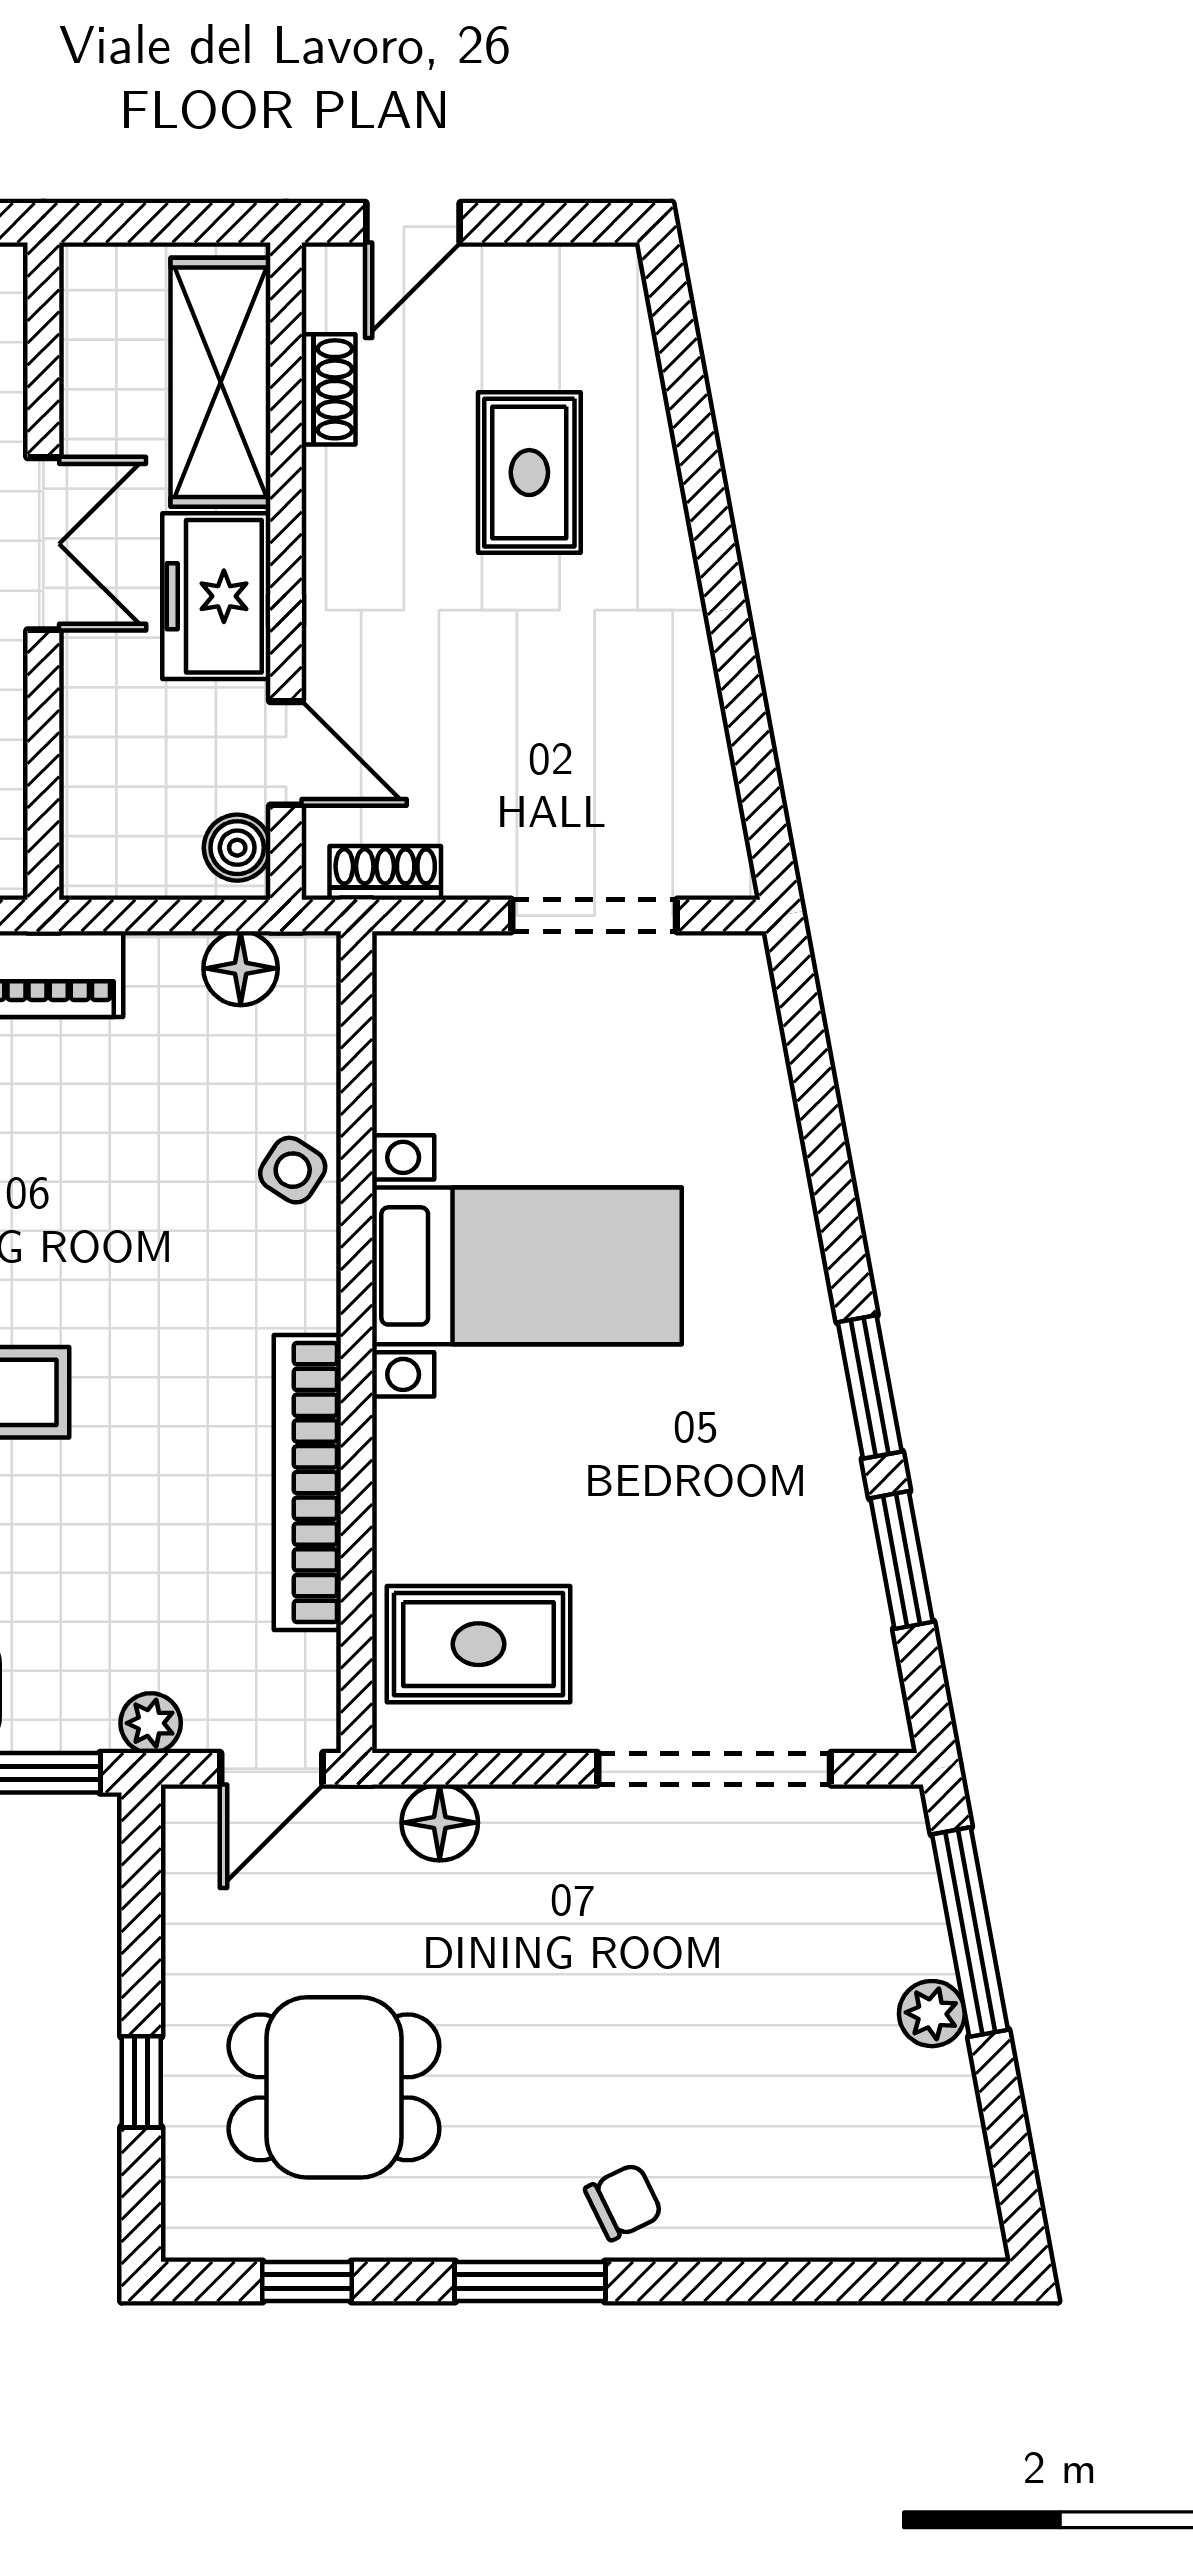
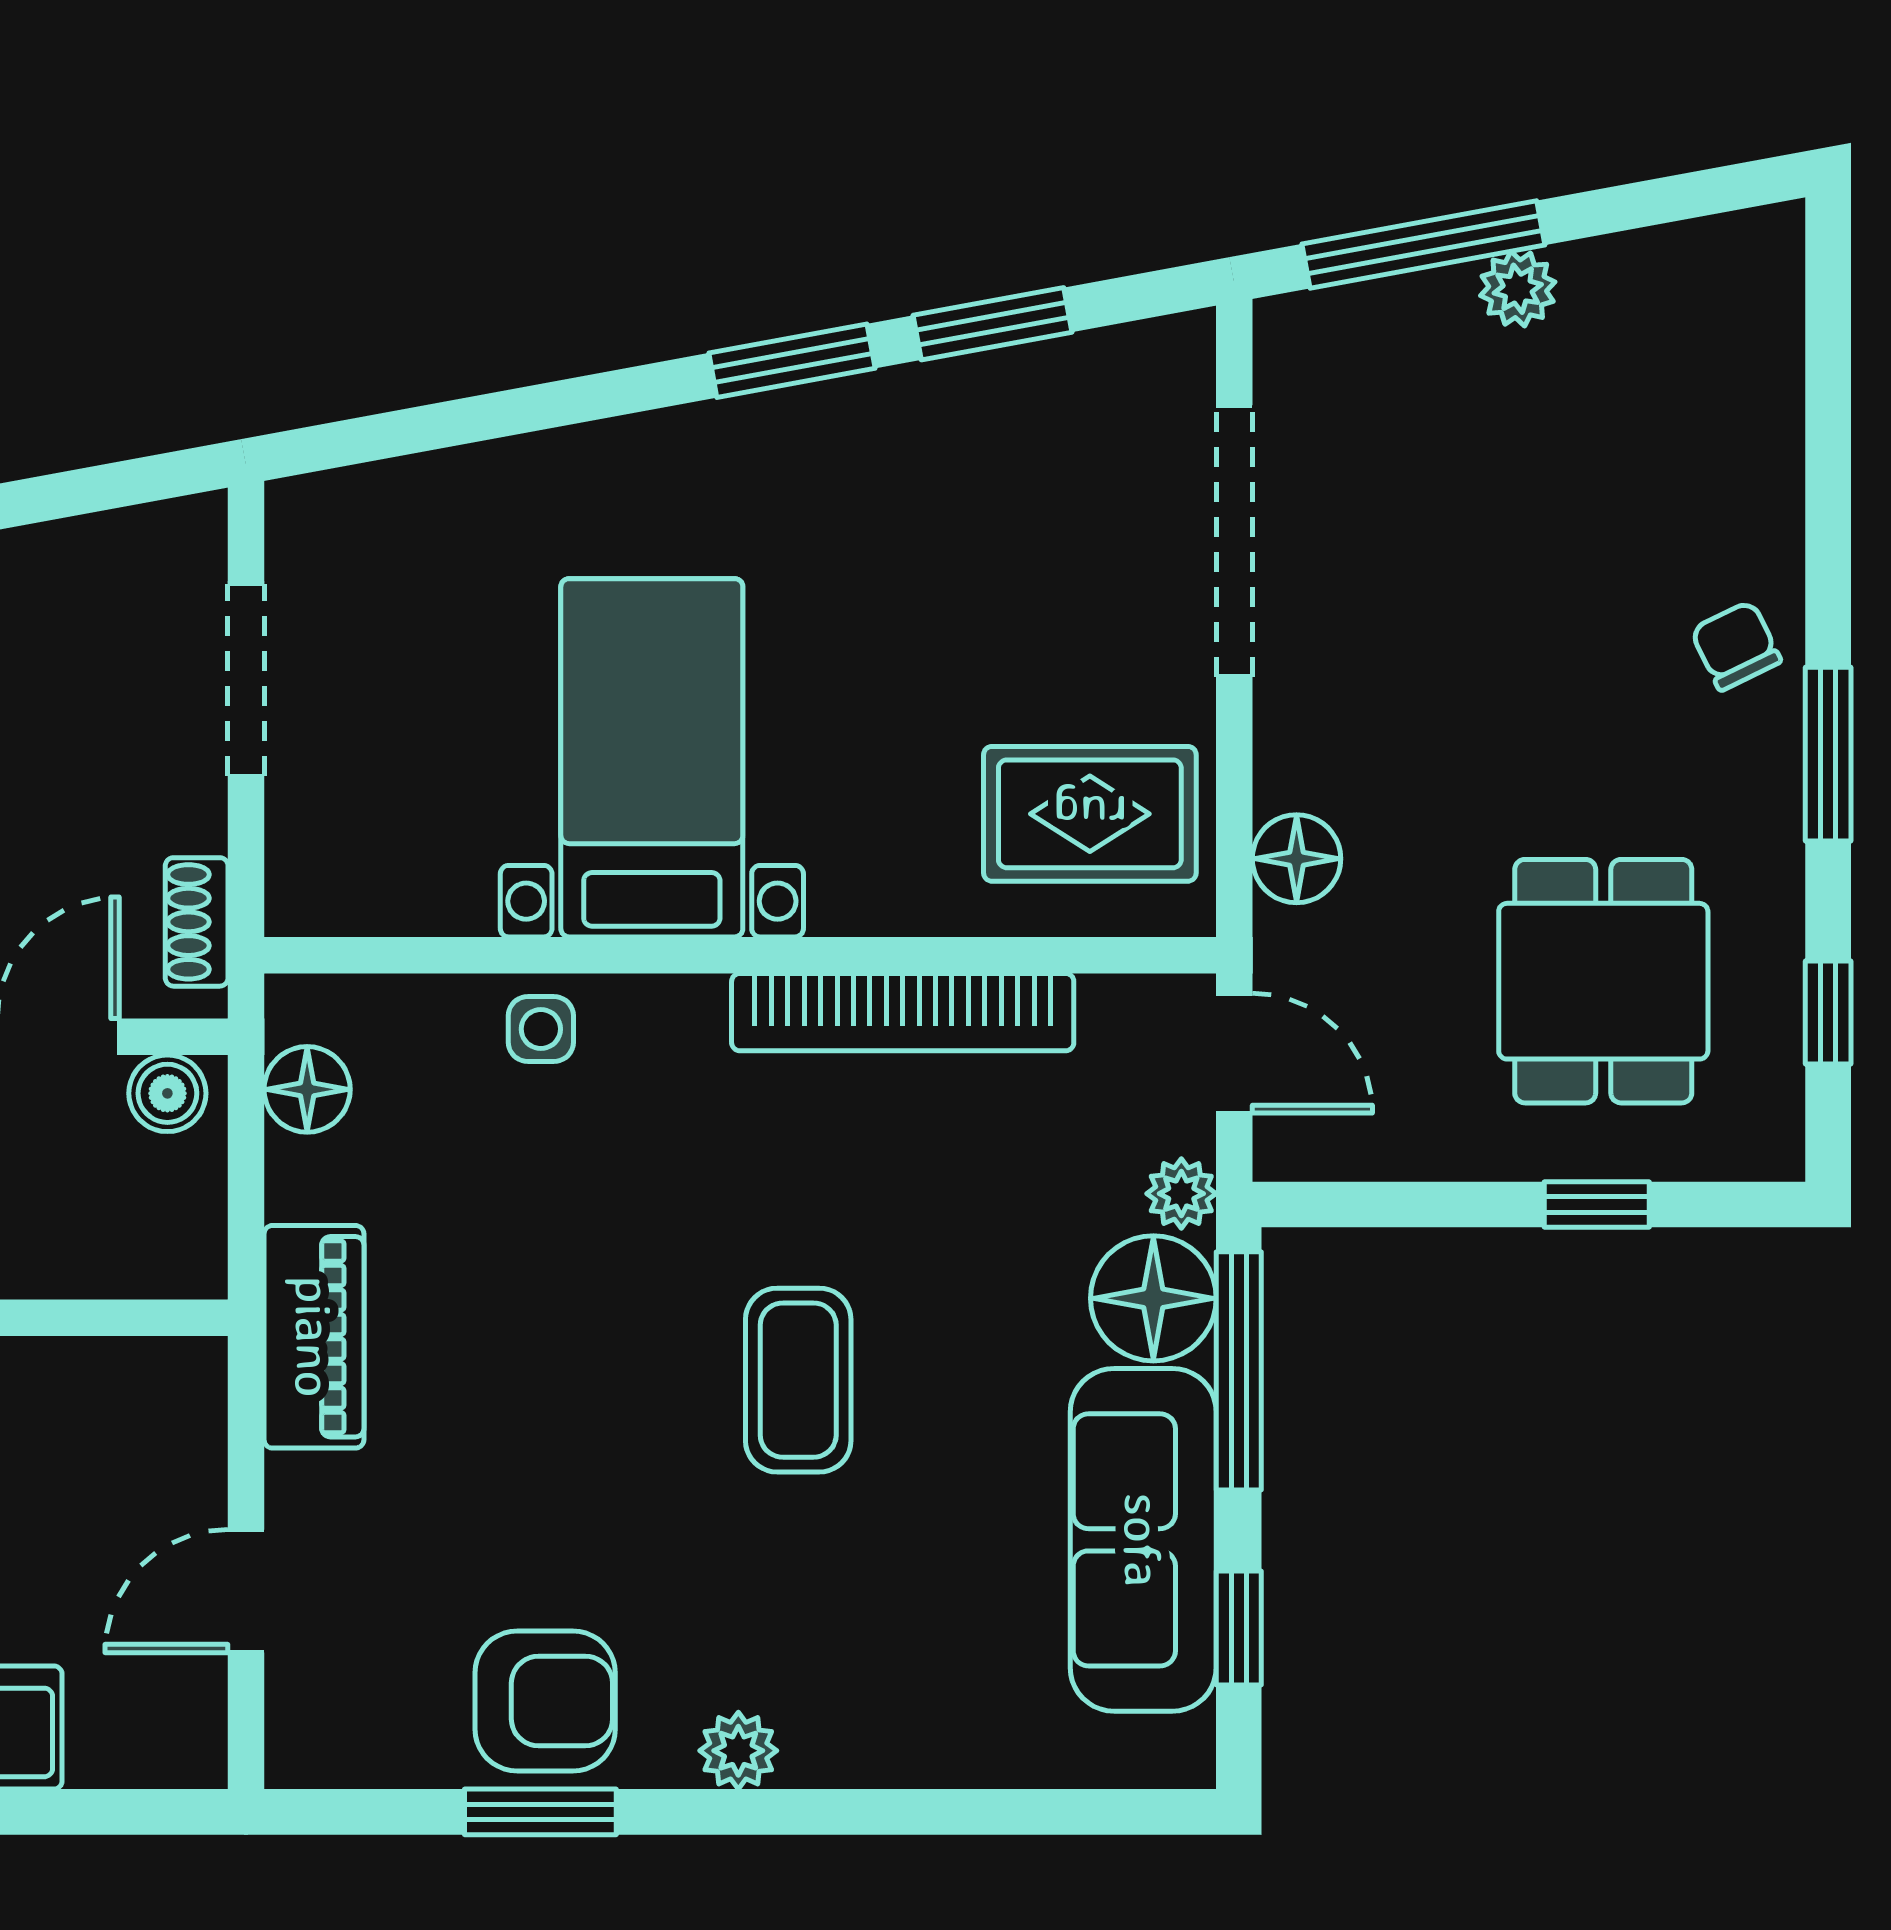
side table: (293, 1170) -> (541, 1029), turned -33
rug: (478, 1644) -> (1090, 814), turned 90
floor lamp: (60, 1699) -> (1153, 1298), added

